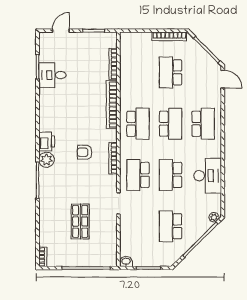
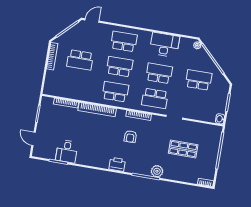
plant: (46, 160) -> (157, 171), moved
school desk: (171, 175) -> (159, 73), turned 180
school desk: (171, 226) -> (199, 80), turned 180

